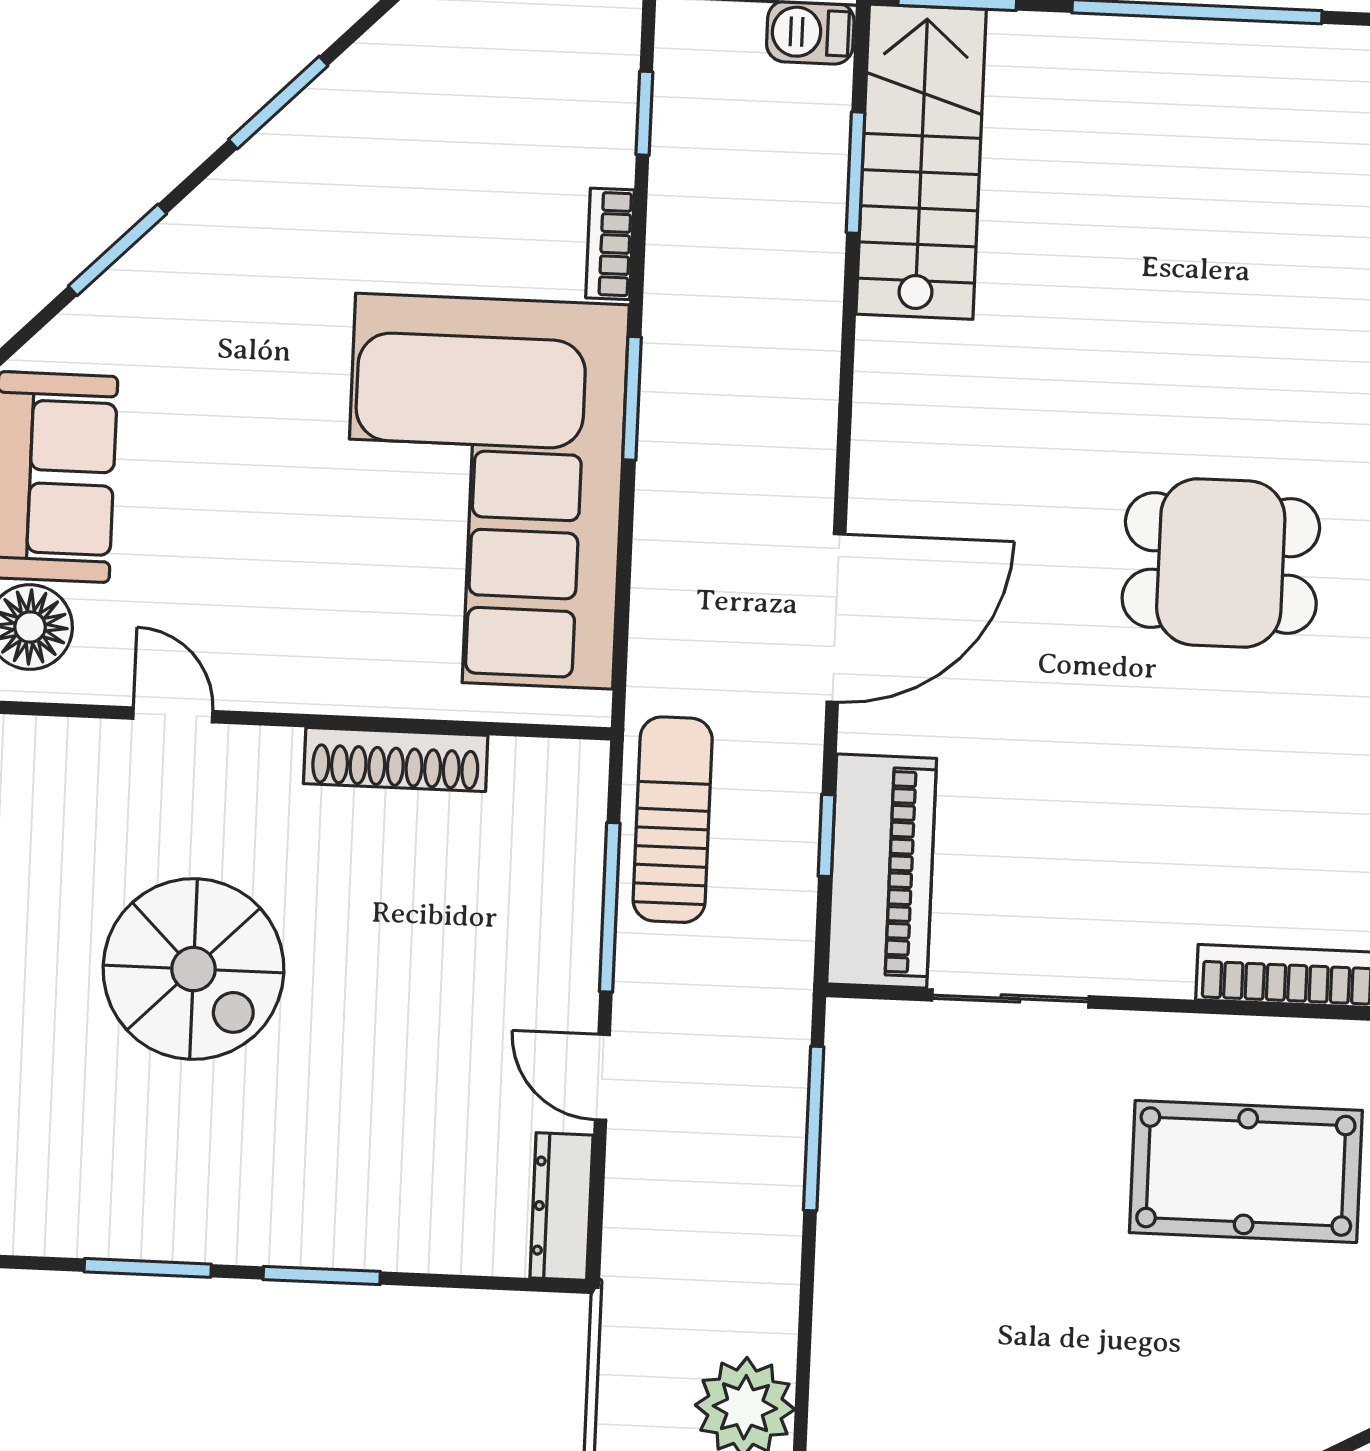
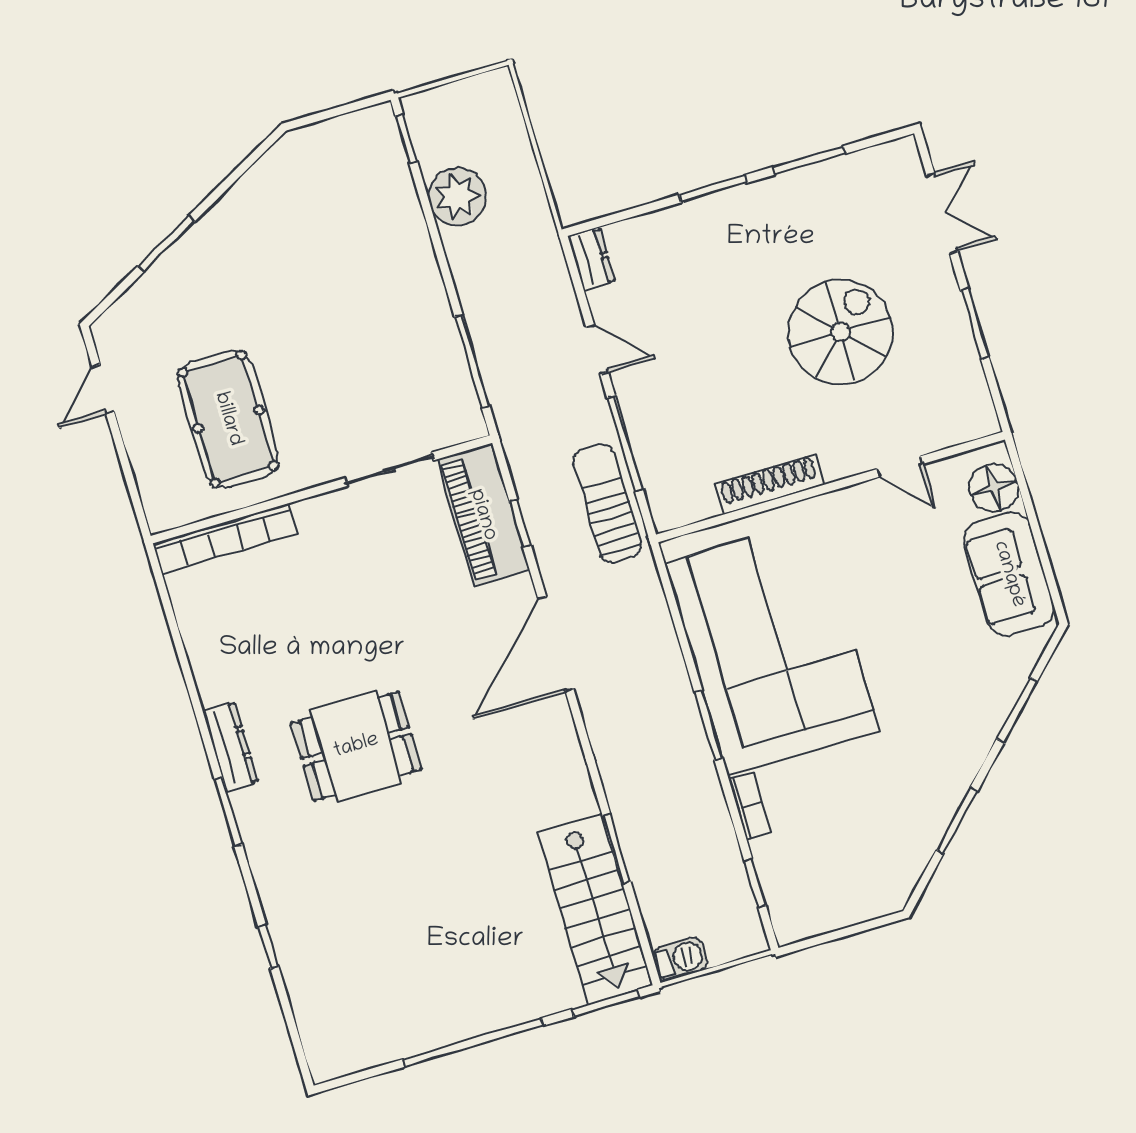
window: (855, 173) -> (617, 849), moved
sun lounger: (673, 820) -> (607, 503), turned 180
spiral stairs: (193, 969) -> (840, 332), turned 90
pool table: (1246, 1172) -> (228, 419), turned 90
dresser: (561, 1207) -> (591, 259), width x0.70

